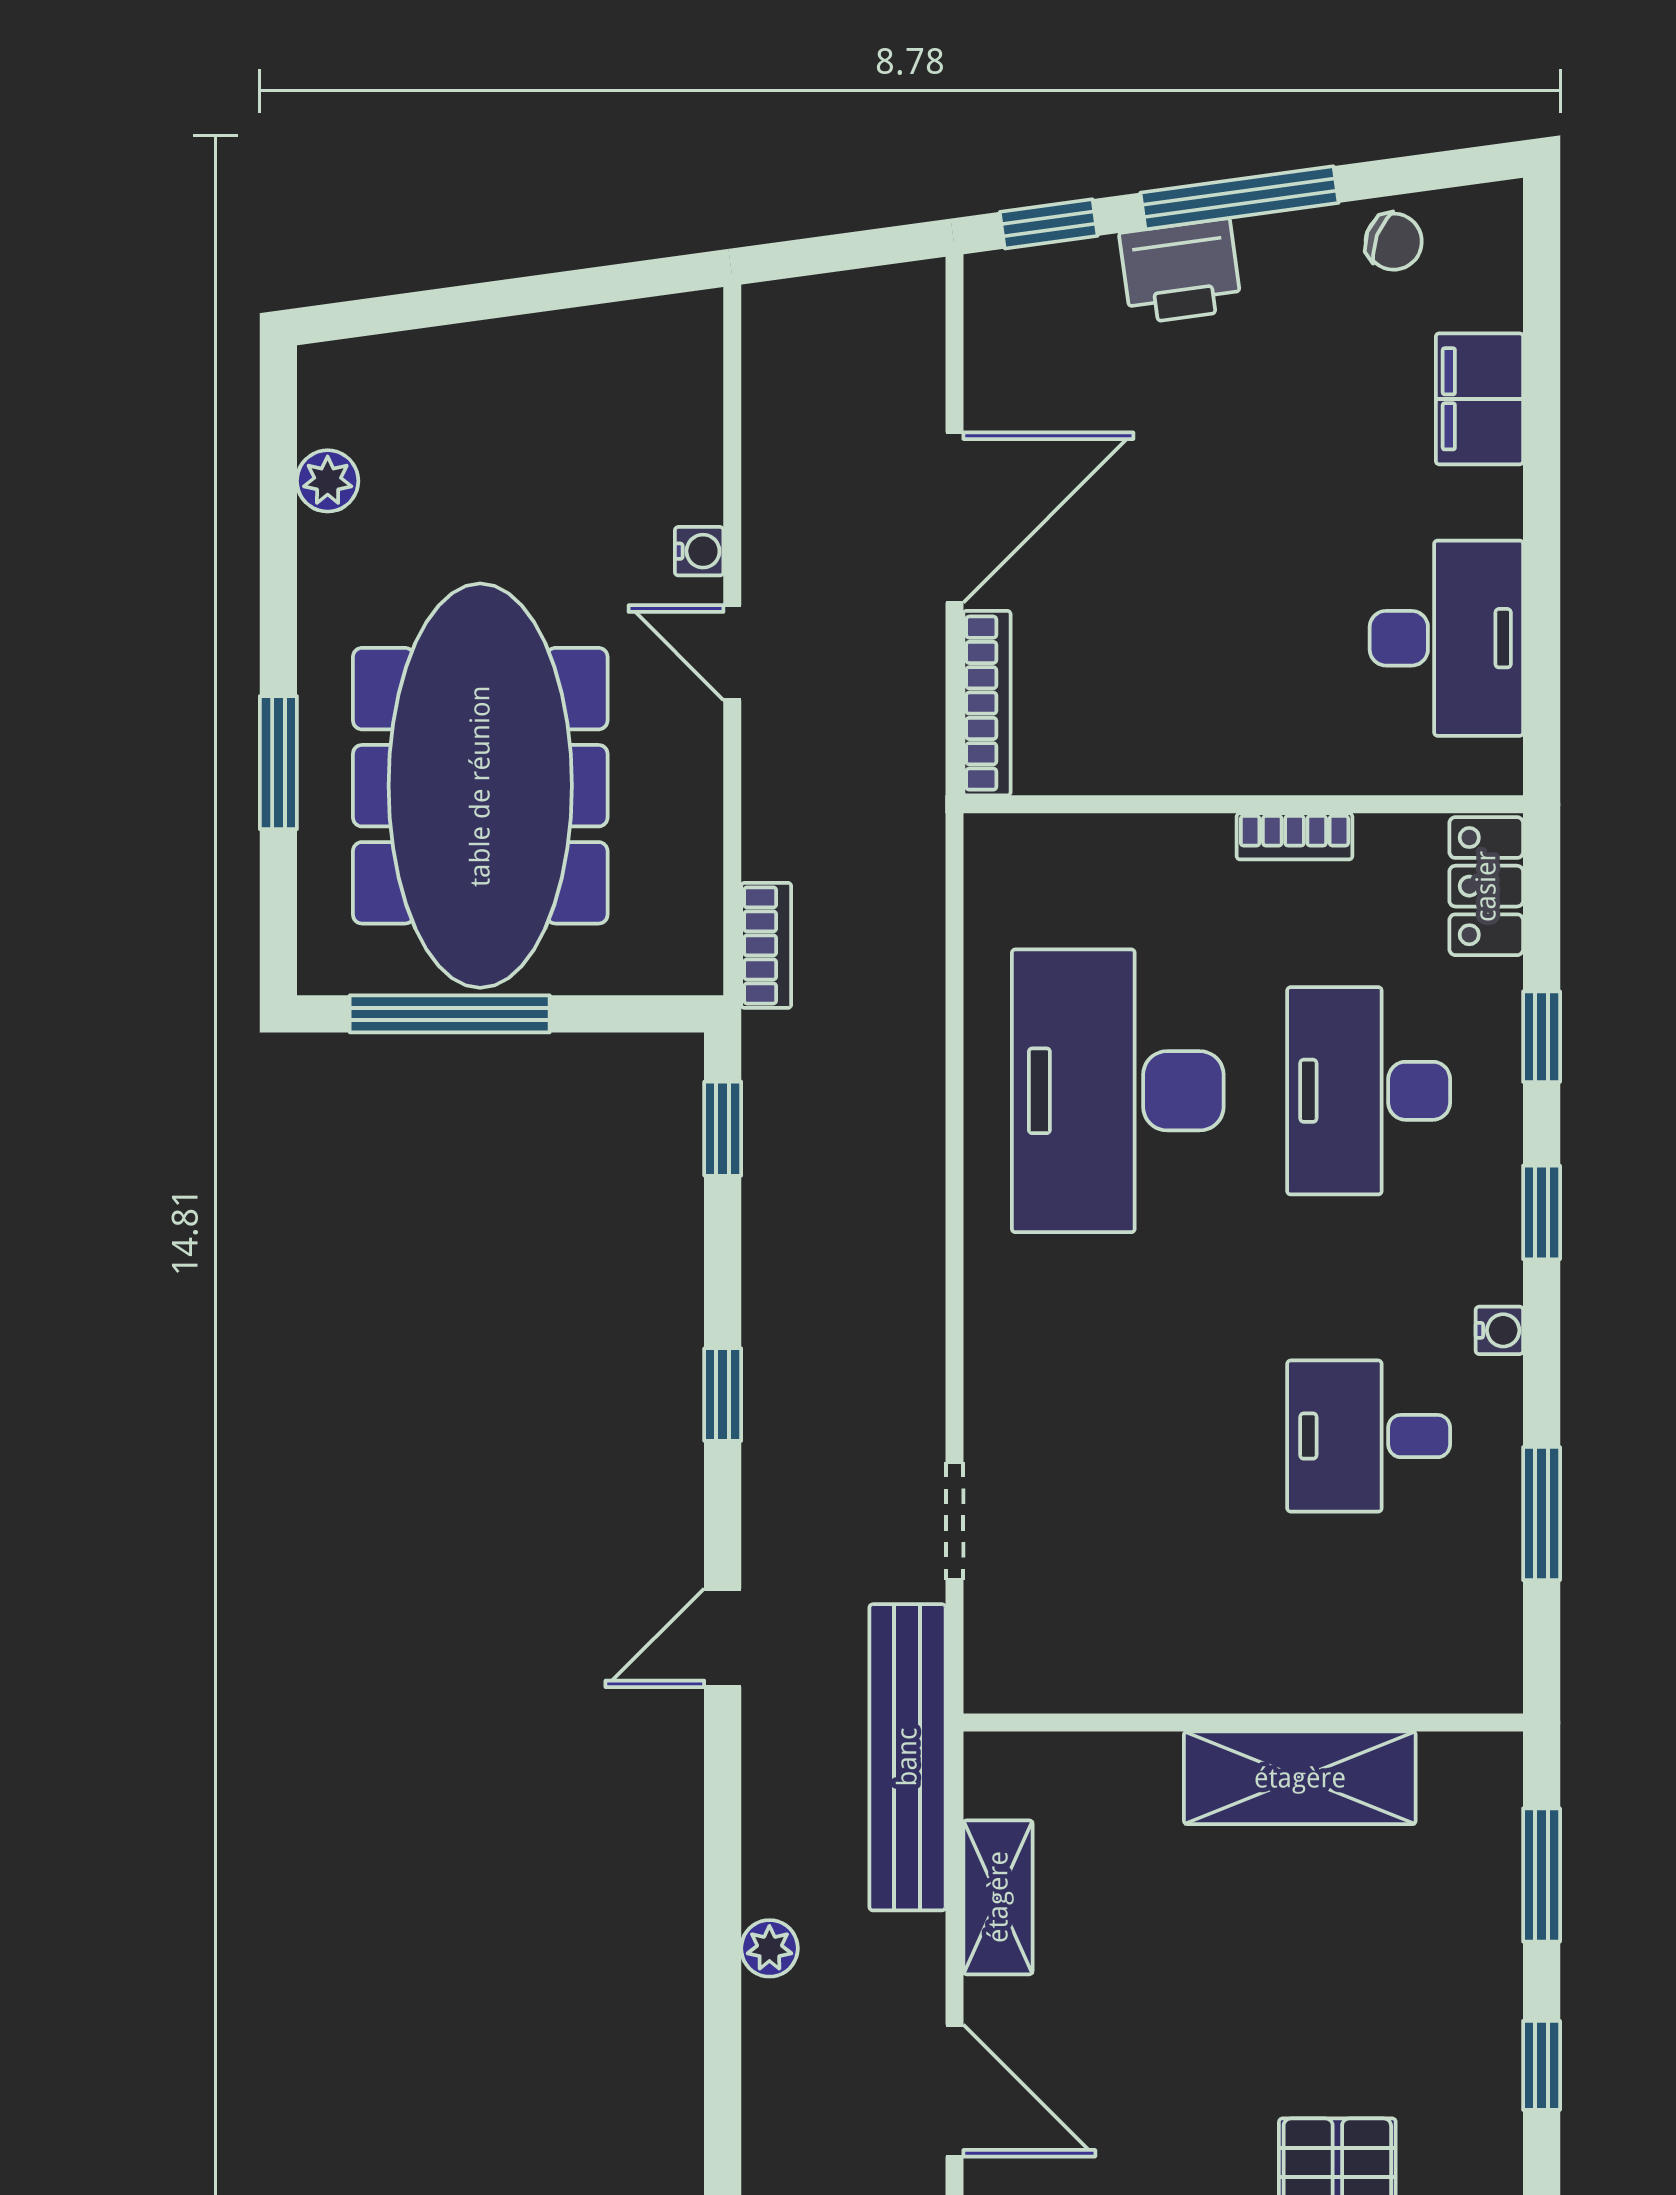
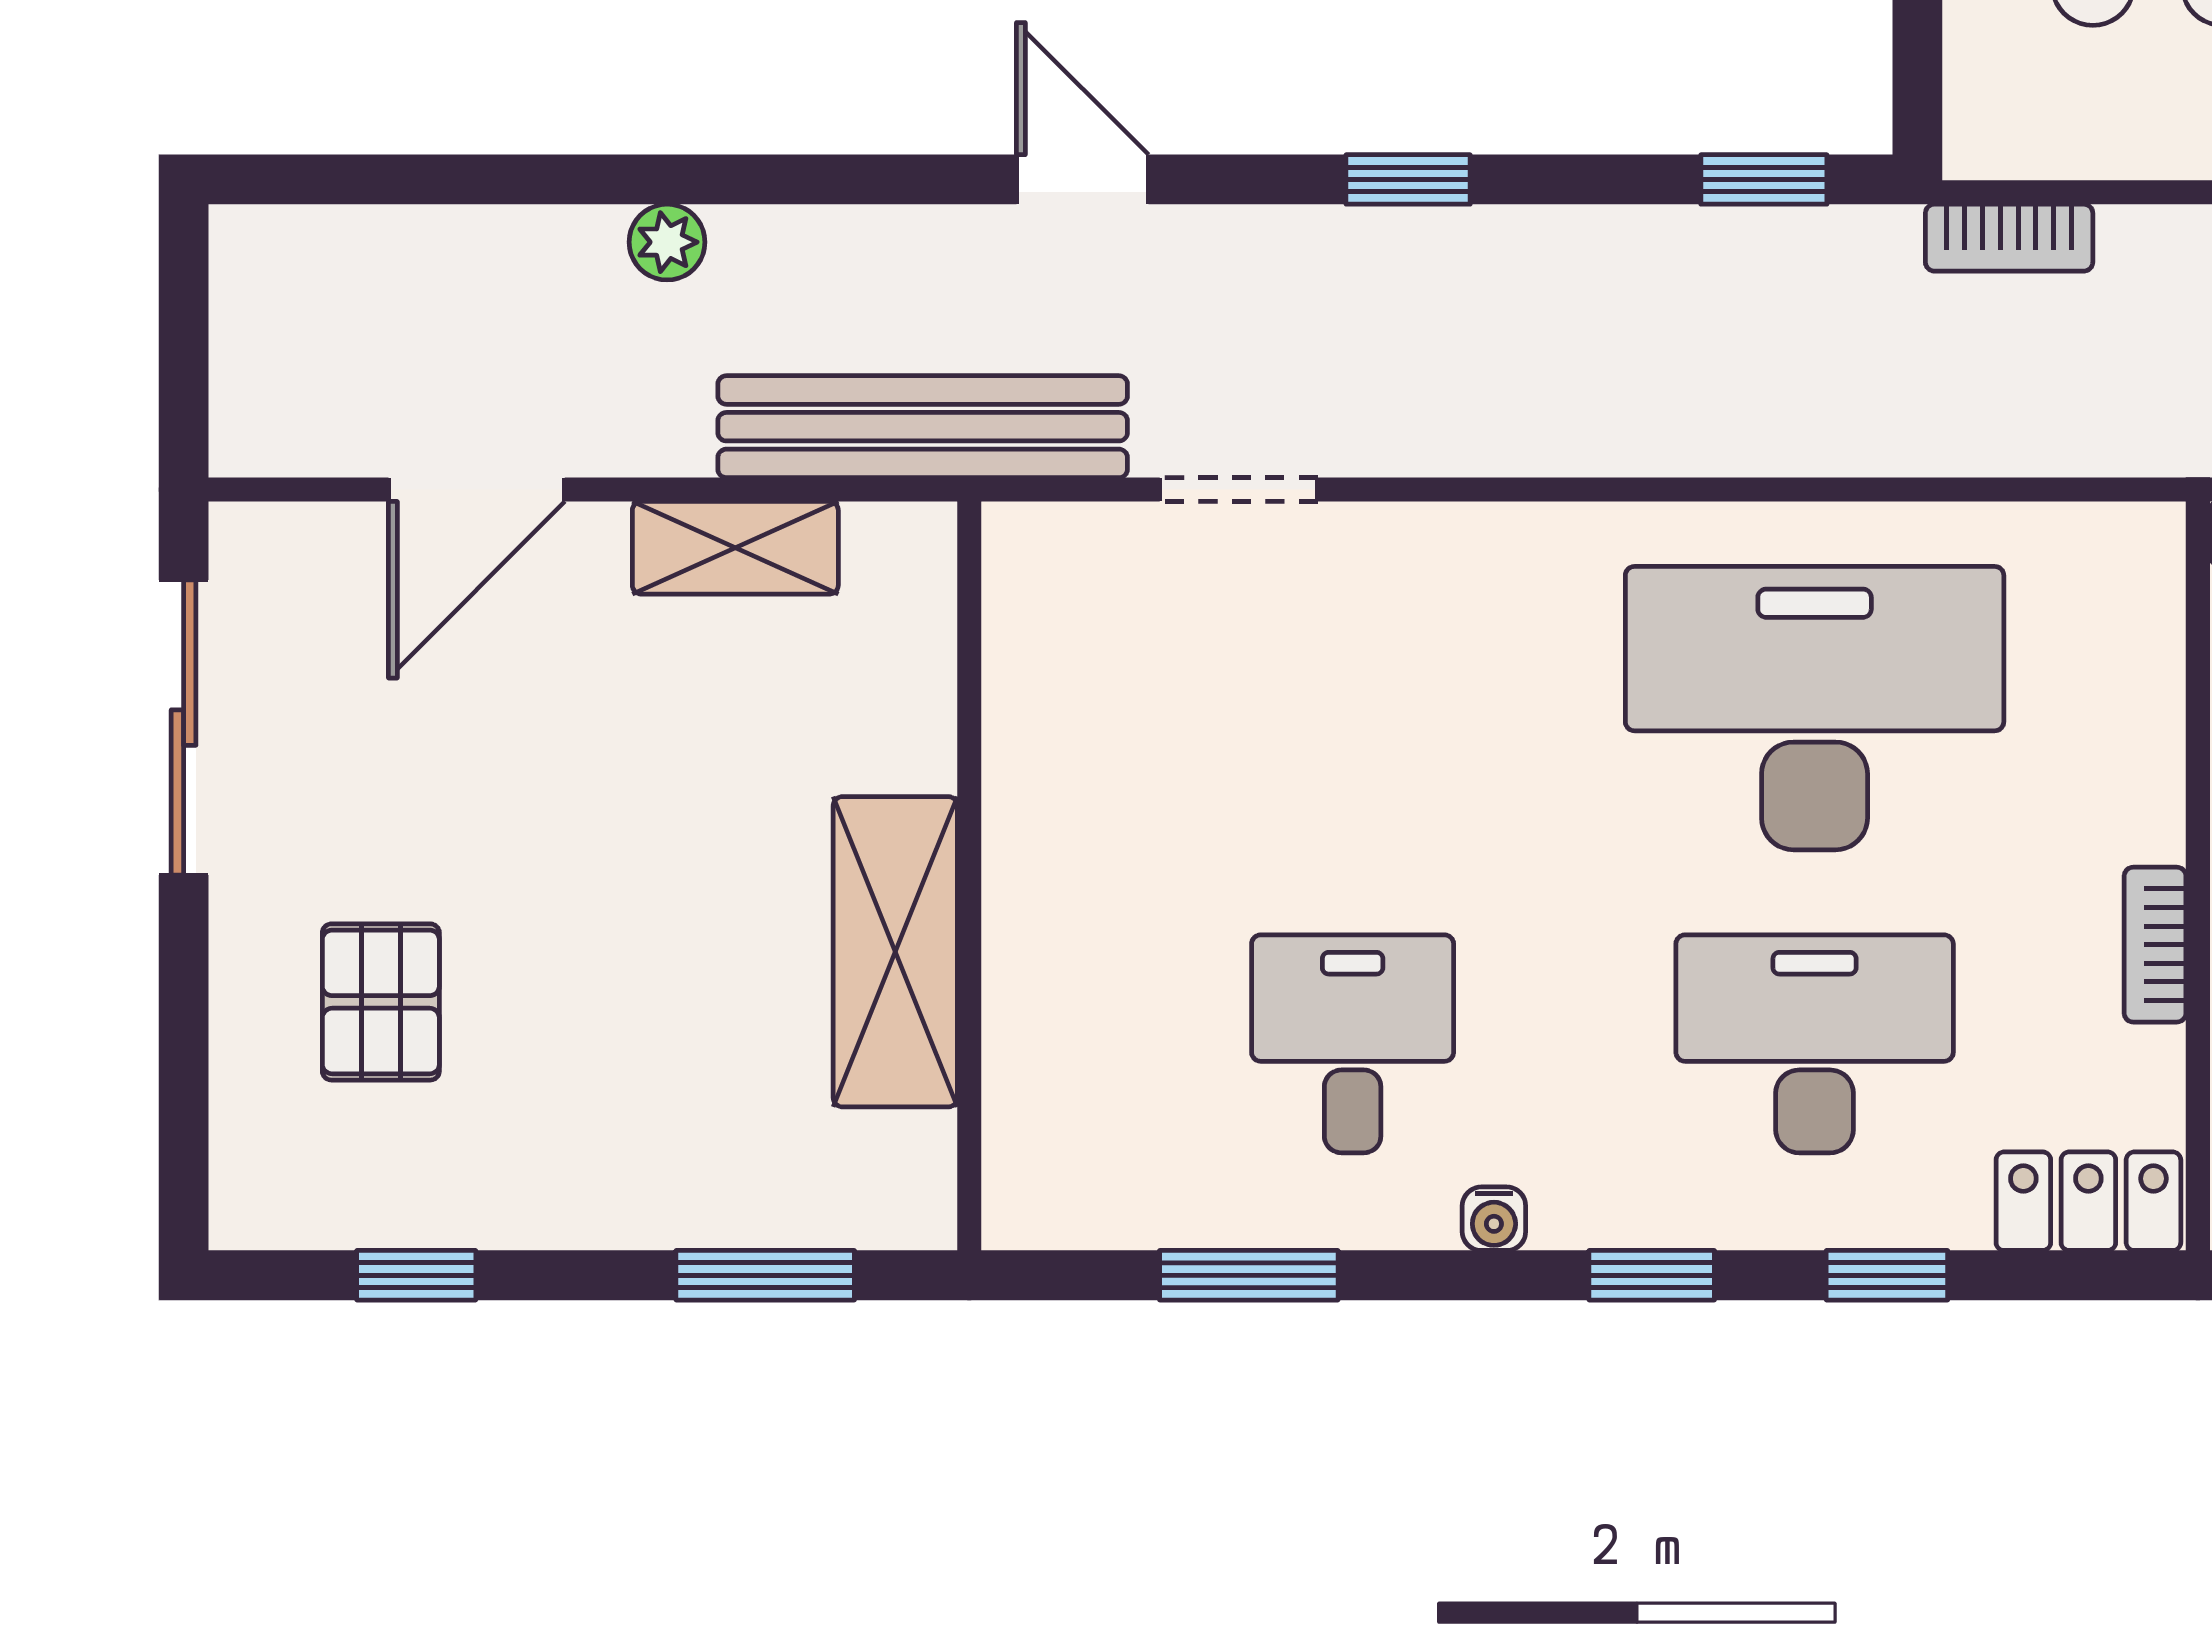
window: (1542, 2065) -> (416, 1275), moved

